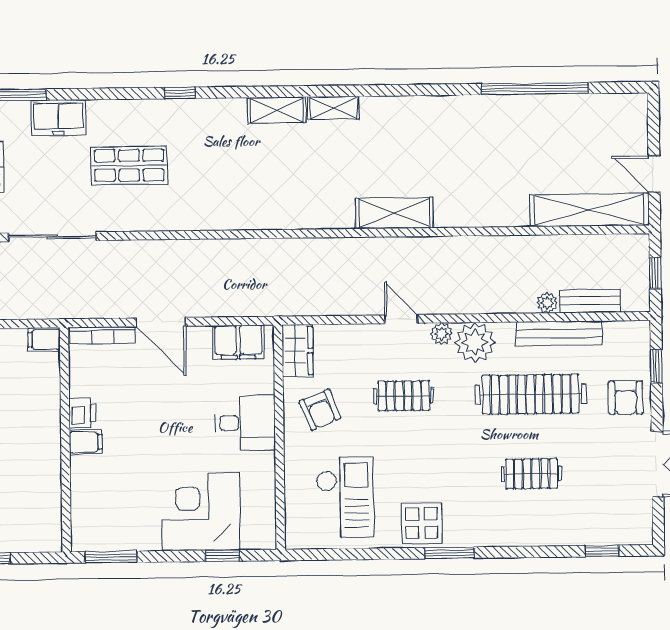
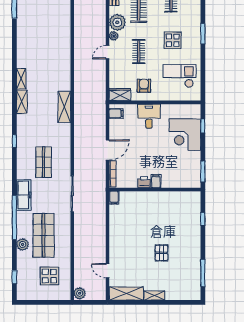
freezer: (59, 118) -> (24, 195), width x1.40
shelving: (394, 213) -> (64, 107), moved
filing cabinet: (238, 342) -> (116, 113), width x0.50
armchair: (320, 410) -> (144, 86), turned -68
display table: (422, 523) -> (173, 40), moved

